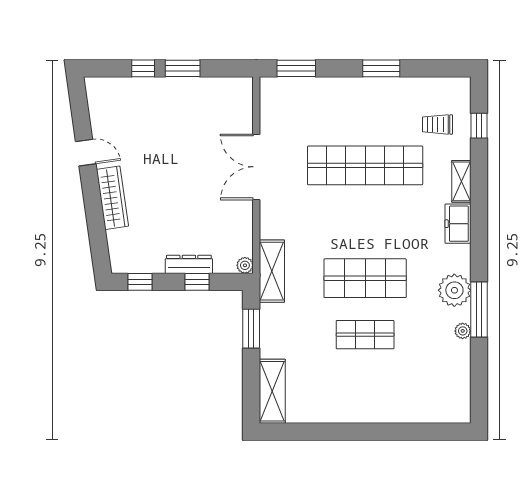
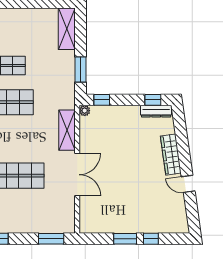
dresser: (189, 264) -> (156, 111), moved
shelving: (272, 271) -> (67, 130), moved
window: (197, 282) -> (102, 100), moved

